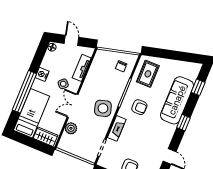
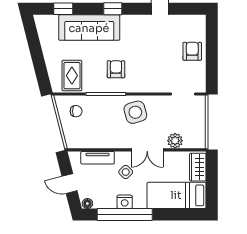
door: (71, 40) -> (70, 184), hinge flipped
rug: (148, 74) -> (72, 76), turned 90
window: (24, 92) -> (125, 215), moved
fireplace: (117, 128) -> (153, 86), removed

